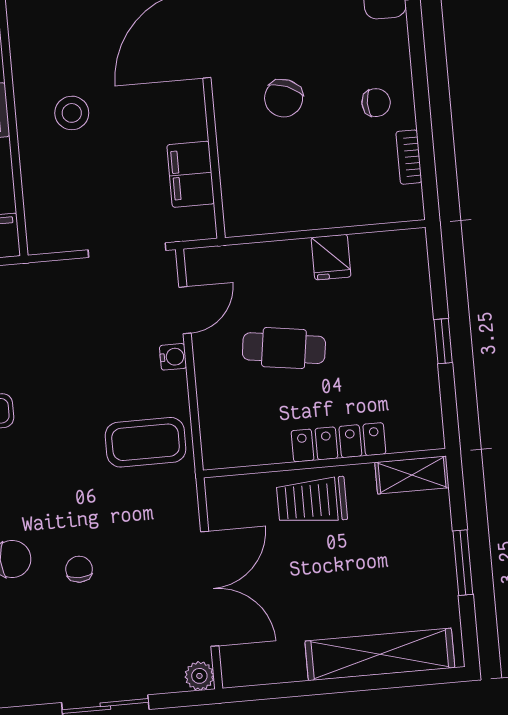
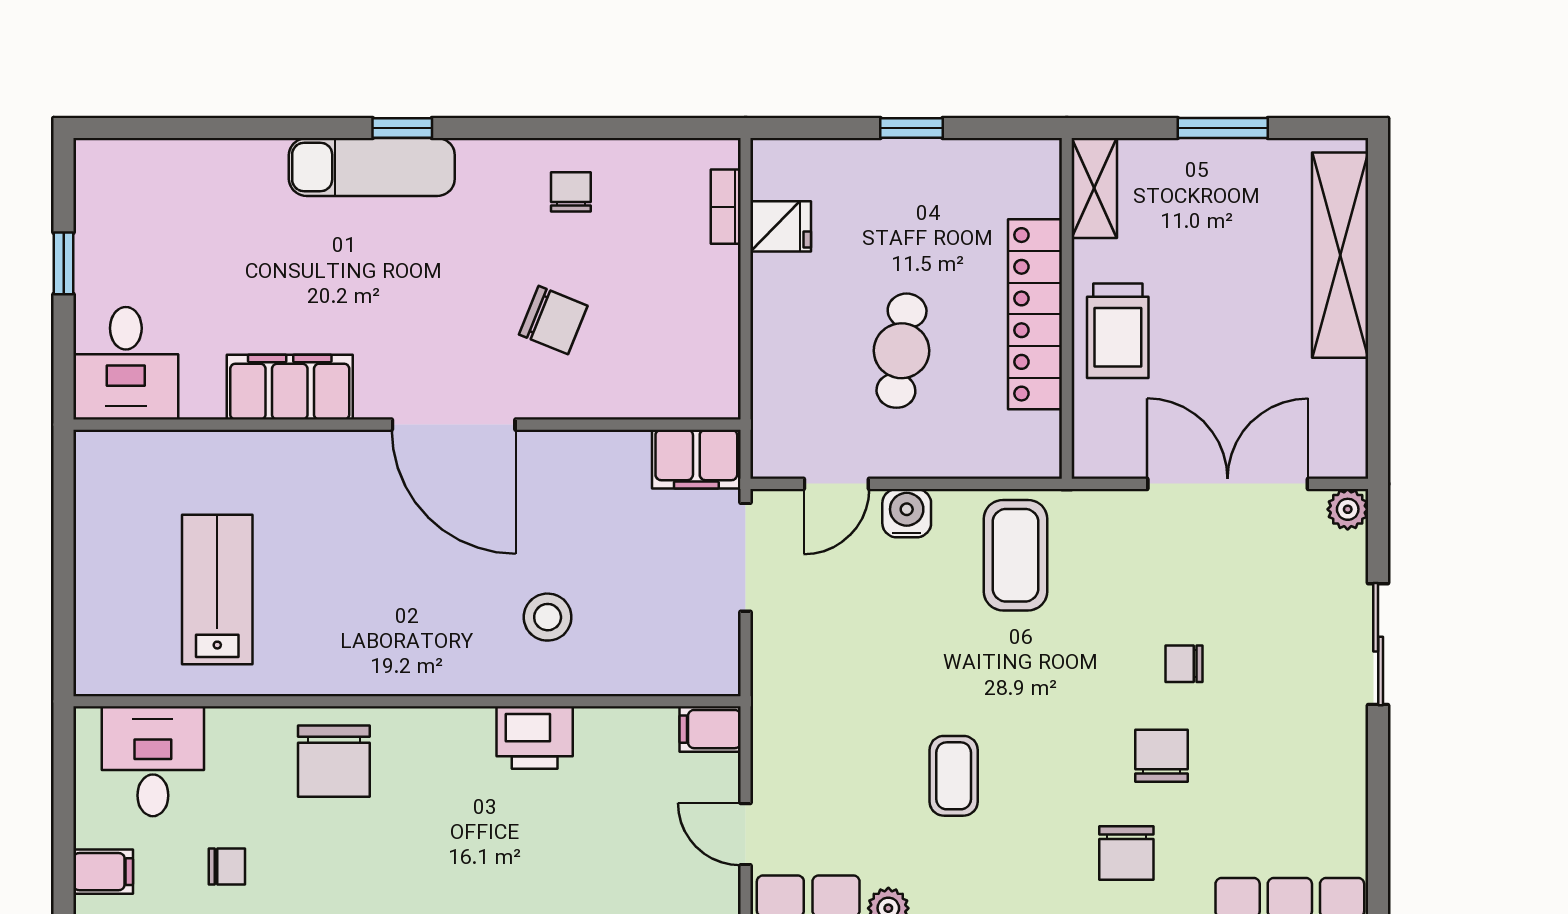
bookcase: (409, 157) -> (726, 207), moved, turned 90
filing cabinet: (191, 174) -> (696, 459), moved
fridge: (331, 257) -> (781, 226), moved
door: (185, 310) -> (836, 484), swing flipped
water cooler: (173, 357) -> (907, 513), width x1.38, depth x1.38
locker: (338, 442) -> (1035, 314), width x1.41, depth x1.21

